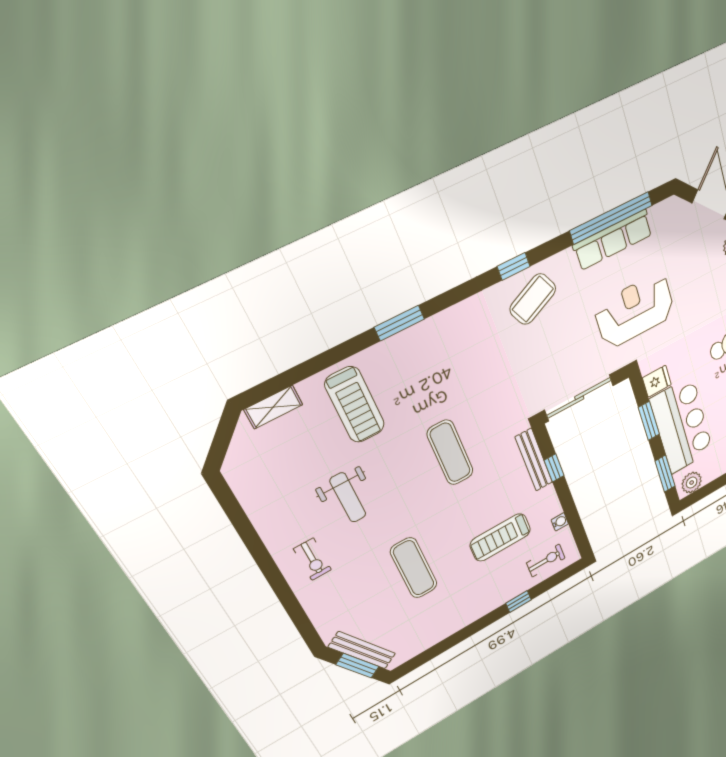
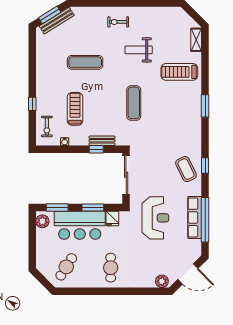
exercise mat: (450, 453) -> (134, 103), turned 90
bench: (534, 460) -> (102, 141), width x0.73

